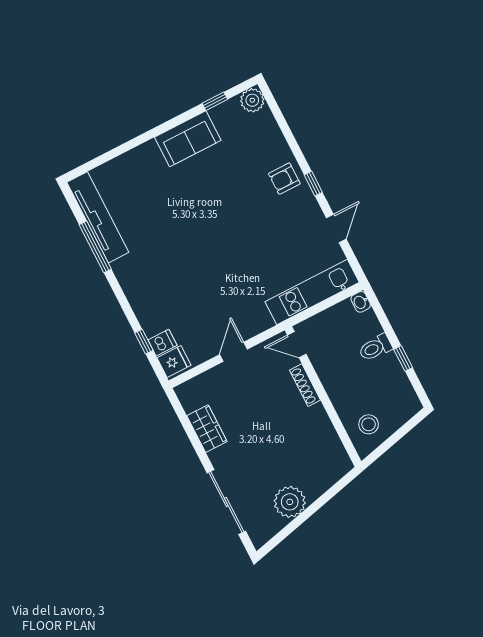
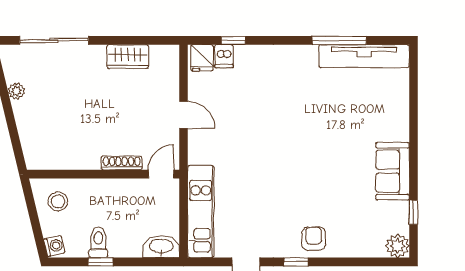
washbasin: (361, 302) -> (161, 247), width x1.91, depth x1.45
toilet: (375, 348) -> (98, 242), moved
washing machine: (410, 407) -> (54, 246), added
plant: (290, 502) -> (16, 91), width x0.53, depth x0.53

